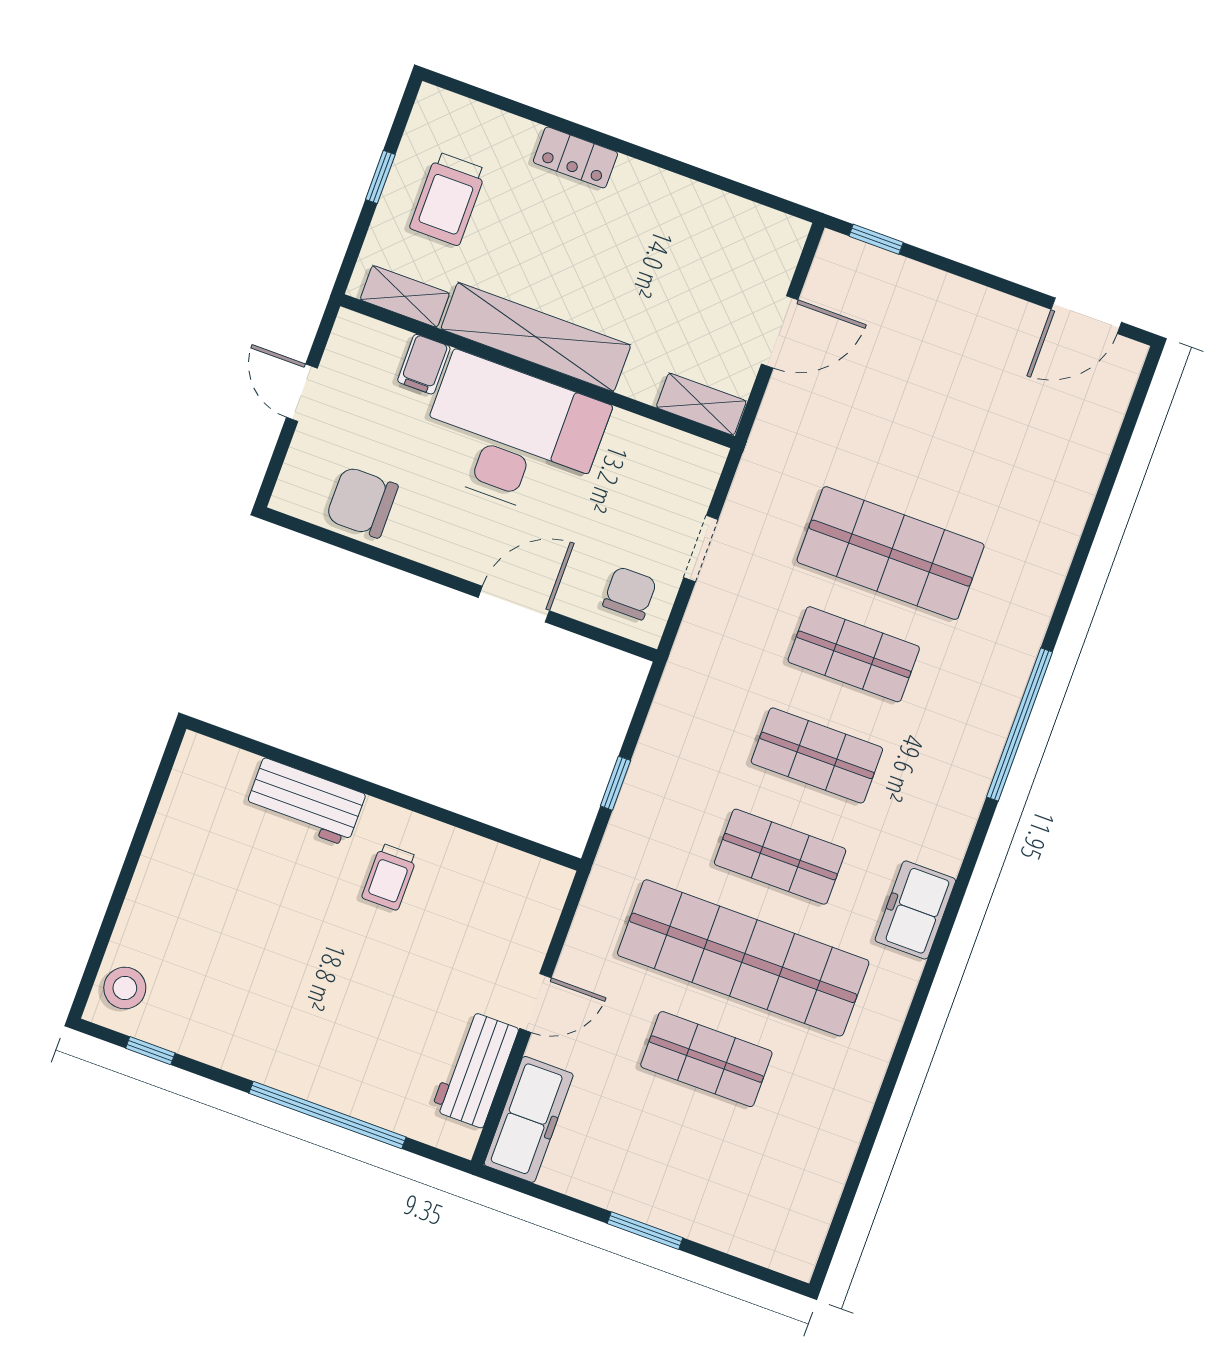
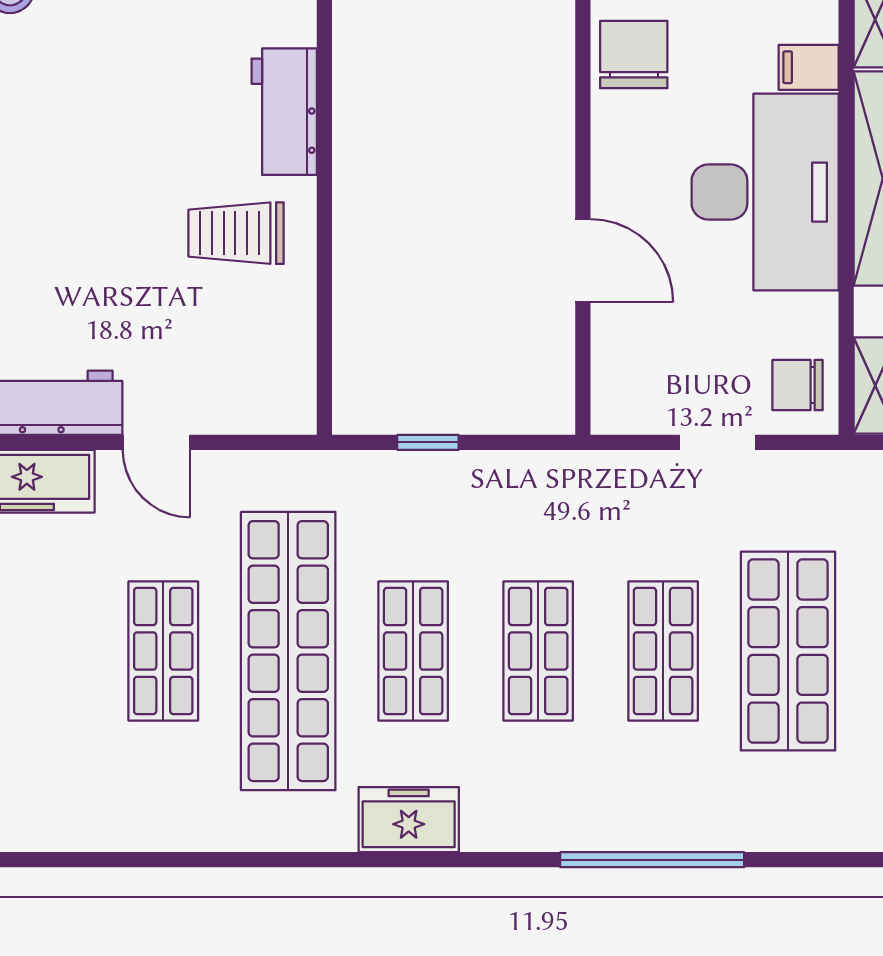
chair: (630, 593) -> (798, 385), moved, turned 180
trolley: (389, 877) -> (236, 233), width x1.36, depth x1.39

